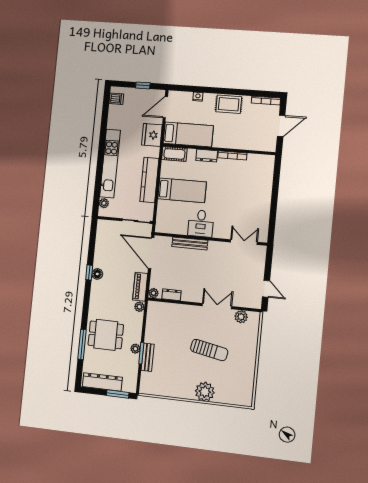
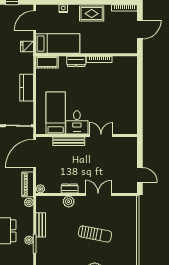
fridge: (152, 135) -> (27, 46), width x0.53, depth x0.75
kitchen counter: (149, 180) -> (27, 88), width x0.67
bed: (182, 190) -> (56, 113), moved, turned -90
double door: (244, 242) -> (101, 136), moved
door: (151, 253) -> (35, 153), hinge flipped
dresser: (172, 295) -> (70, 189), moved
plant: (241, 317) -> (69, 202), moved
bench: (148, 357) -> (41, 225), moved

